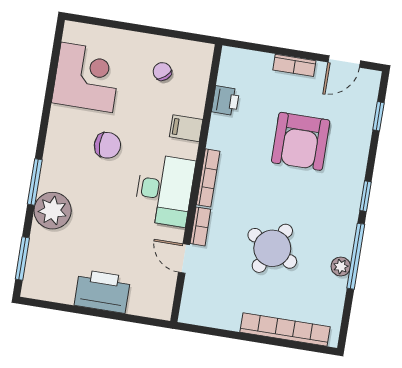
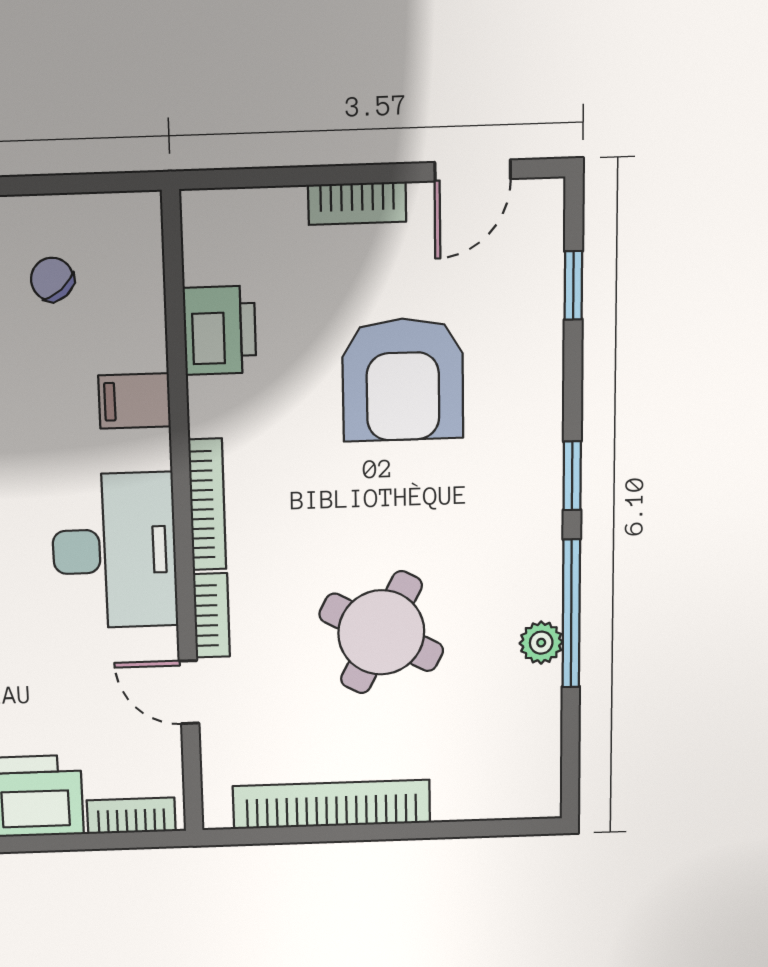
printer: (226, 101) -> (220, 330), width x1.36, depth x1.24
bookcase: (147, 309) -> (131, 816), added
bookcase: (285, 329) -> (331, 804), moved

